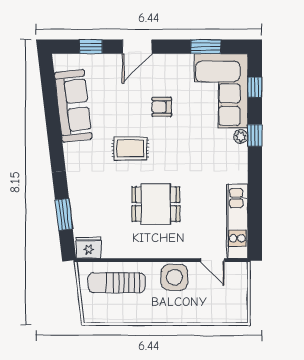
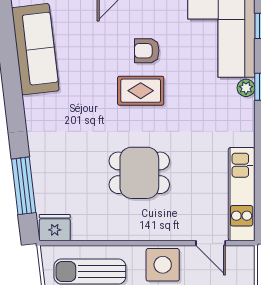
rug: (130, 149) -> (141, 91), moved
window: (64, 214) -> (24, 186), width x1.44

